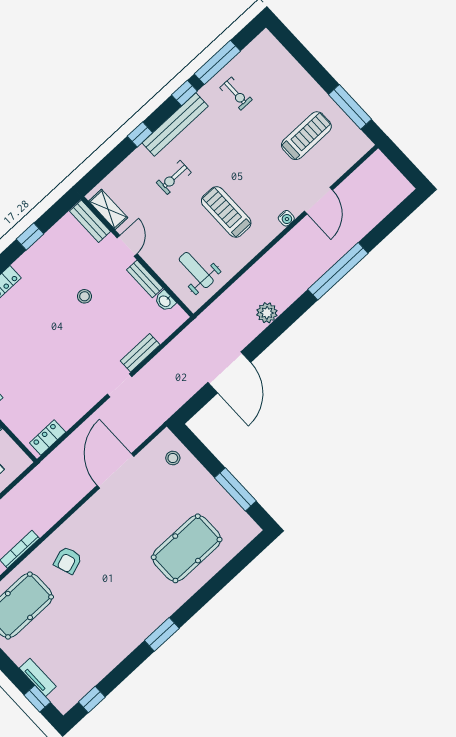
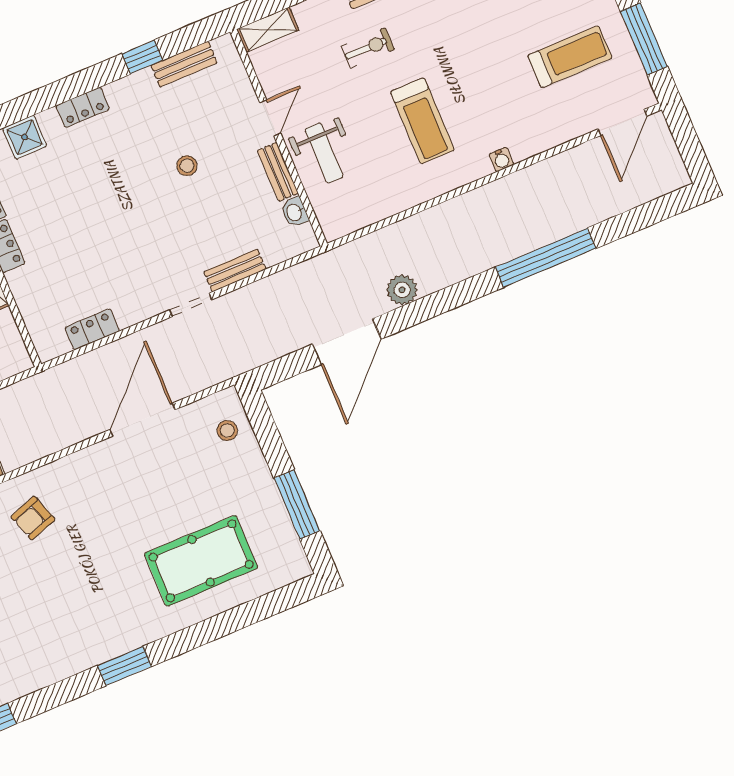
exercise bike: (174, 177) -> (368, 48), turned 180
door: (318, 201) -> (622, 122), moved
shelving: (108, 209) -> (268, 30), moved, turned 90
treadmill: (226, 212) -> (422, 121), turned 180
bench: (90, 221) -> (184, 64), moved, turned 90
weight bench: (196, 270) -> (324, 153), moved, turned 180
plant: (267, 313) -> (402, 290), moved
locker: (48, 438) -> (92, 329), moved

